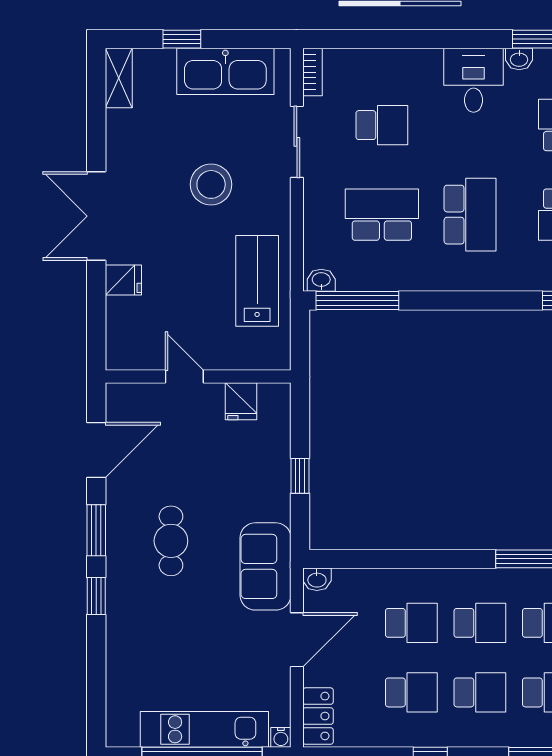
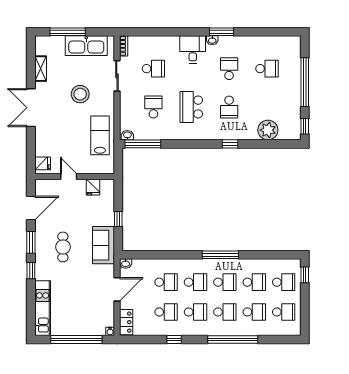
window: (182, 39) -> (68, 32), width x2.17
shelving: (119, 78) -> (41, 69), moved
school desk: (382, 215) -> (153, 107), width x0.54
school desk: (470, 215) -> (191, 107), turned 180
fridge: (123, 280) -> (43, 163), moved
sofa: (265, 566) -> (103, 245), moved
kitchen unit: (204, 729) -> (43, 308), moved, turned 90

